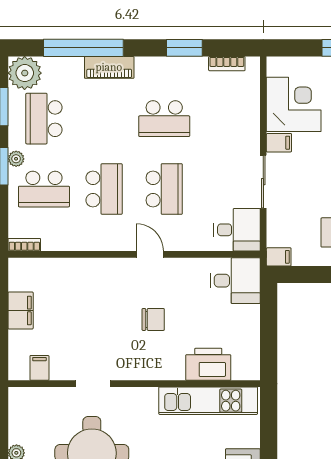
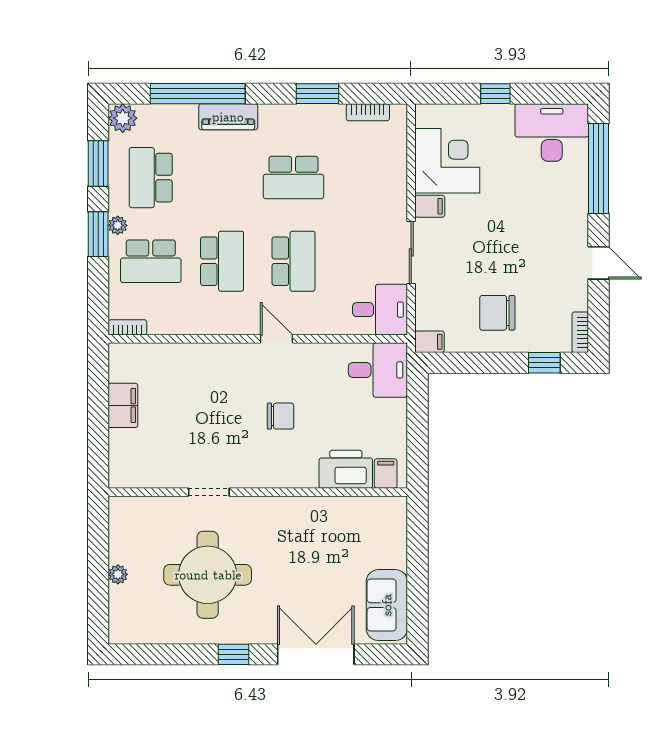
plant: (25, 73) -> (123, 118), width x0.73, depth x0.73
filing cabinet: (39, 368) -> (386, 474), moved
kitchen unit: (208, 401) -> (346, 512), removed

